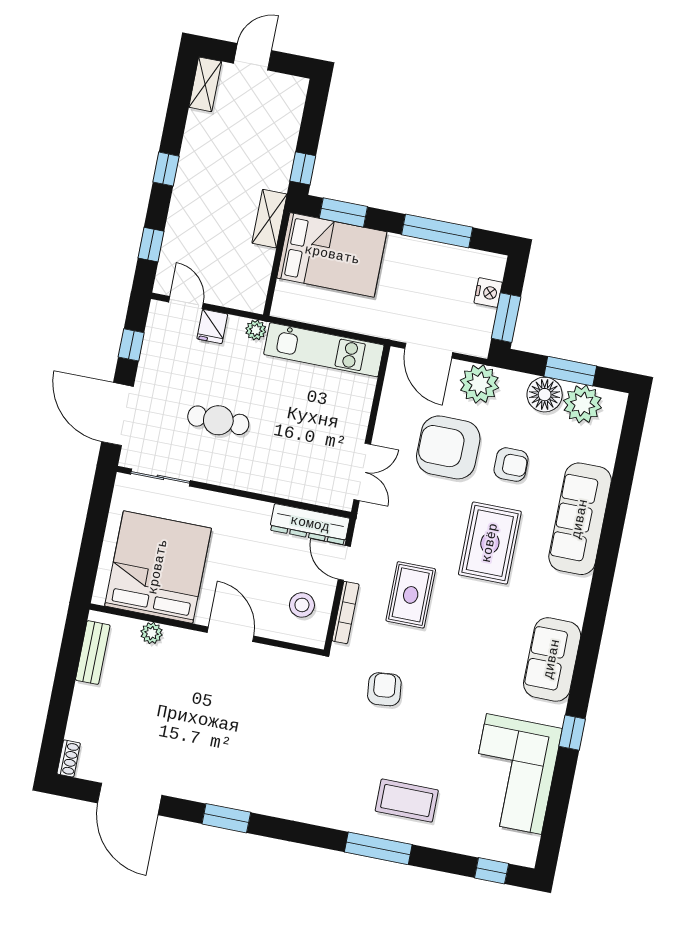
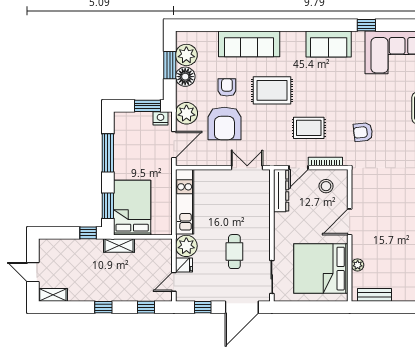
nightstand: (488, 293) -> (161, 118), moved
plant: (256, 330) -> (186, 246), width x1.88, depth x1.88

